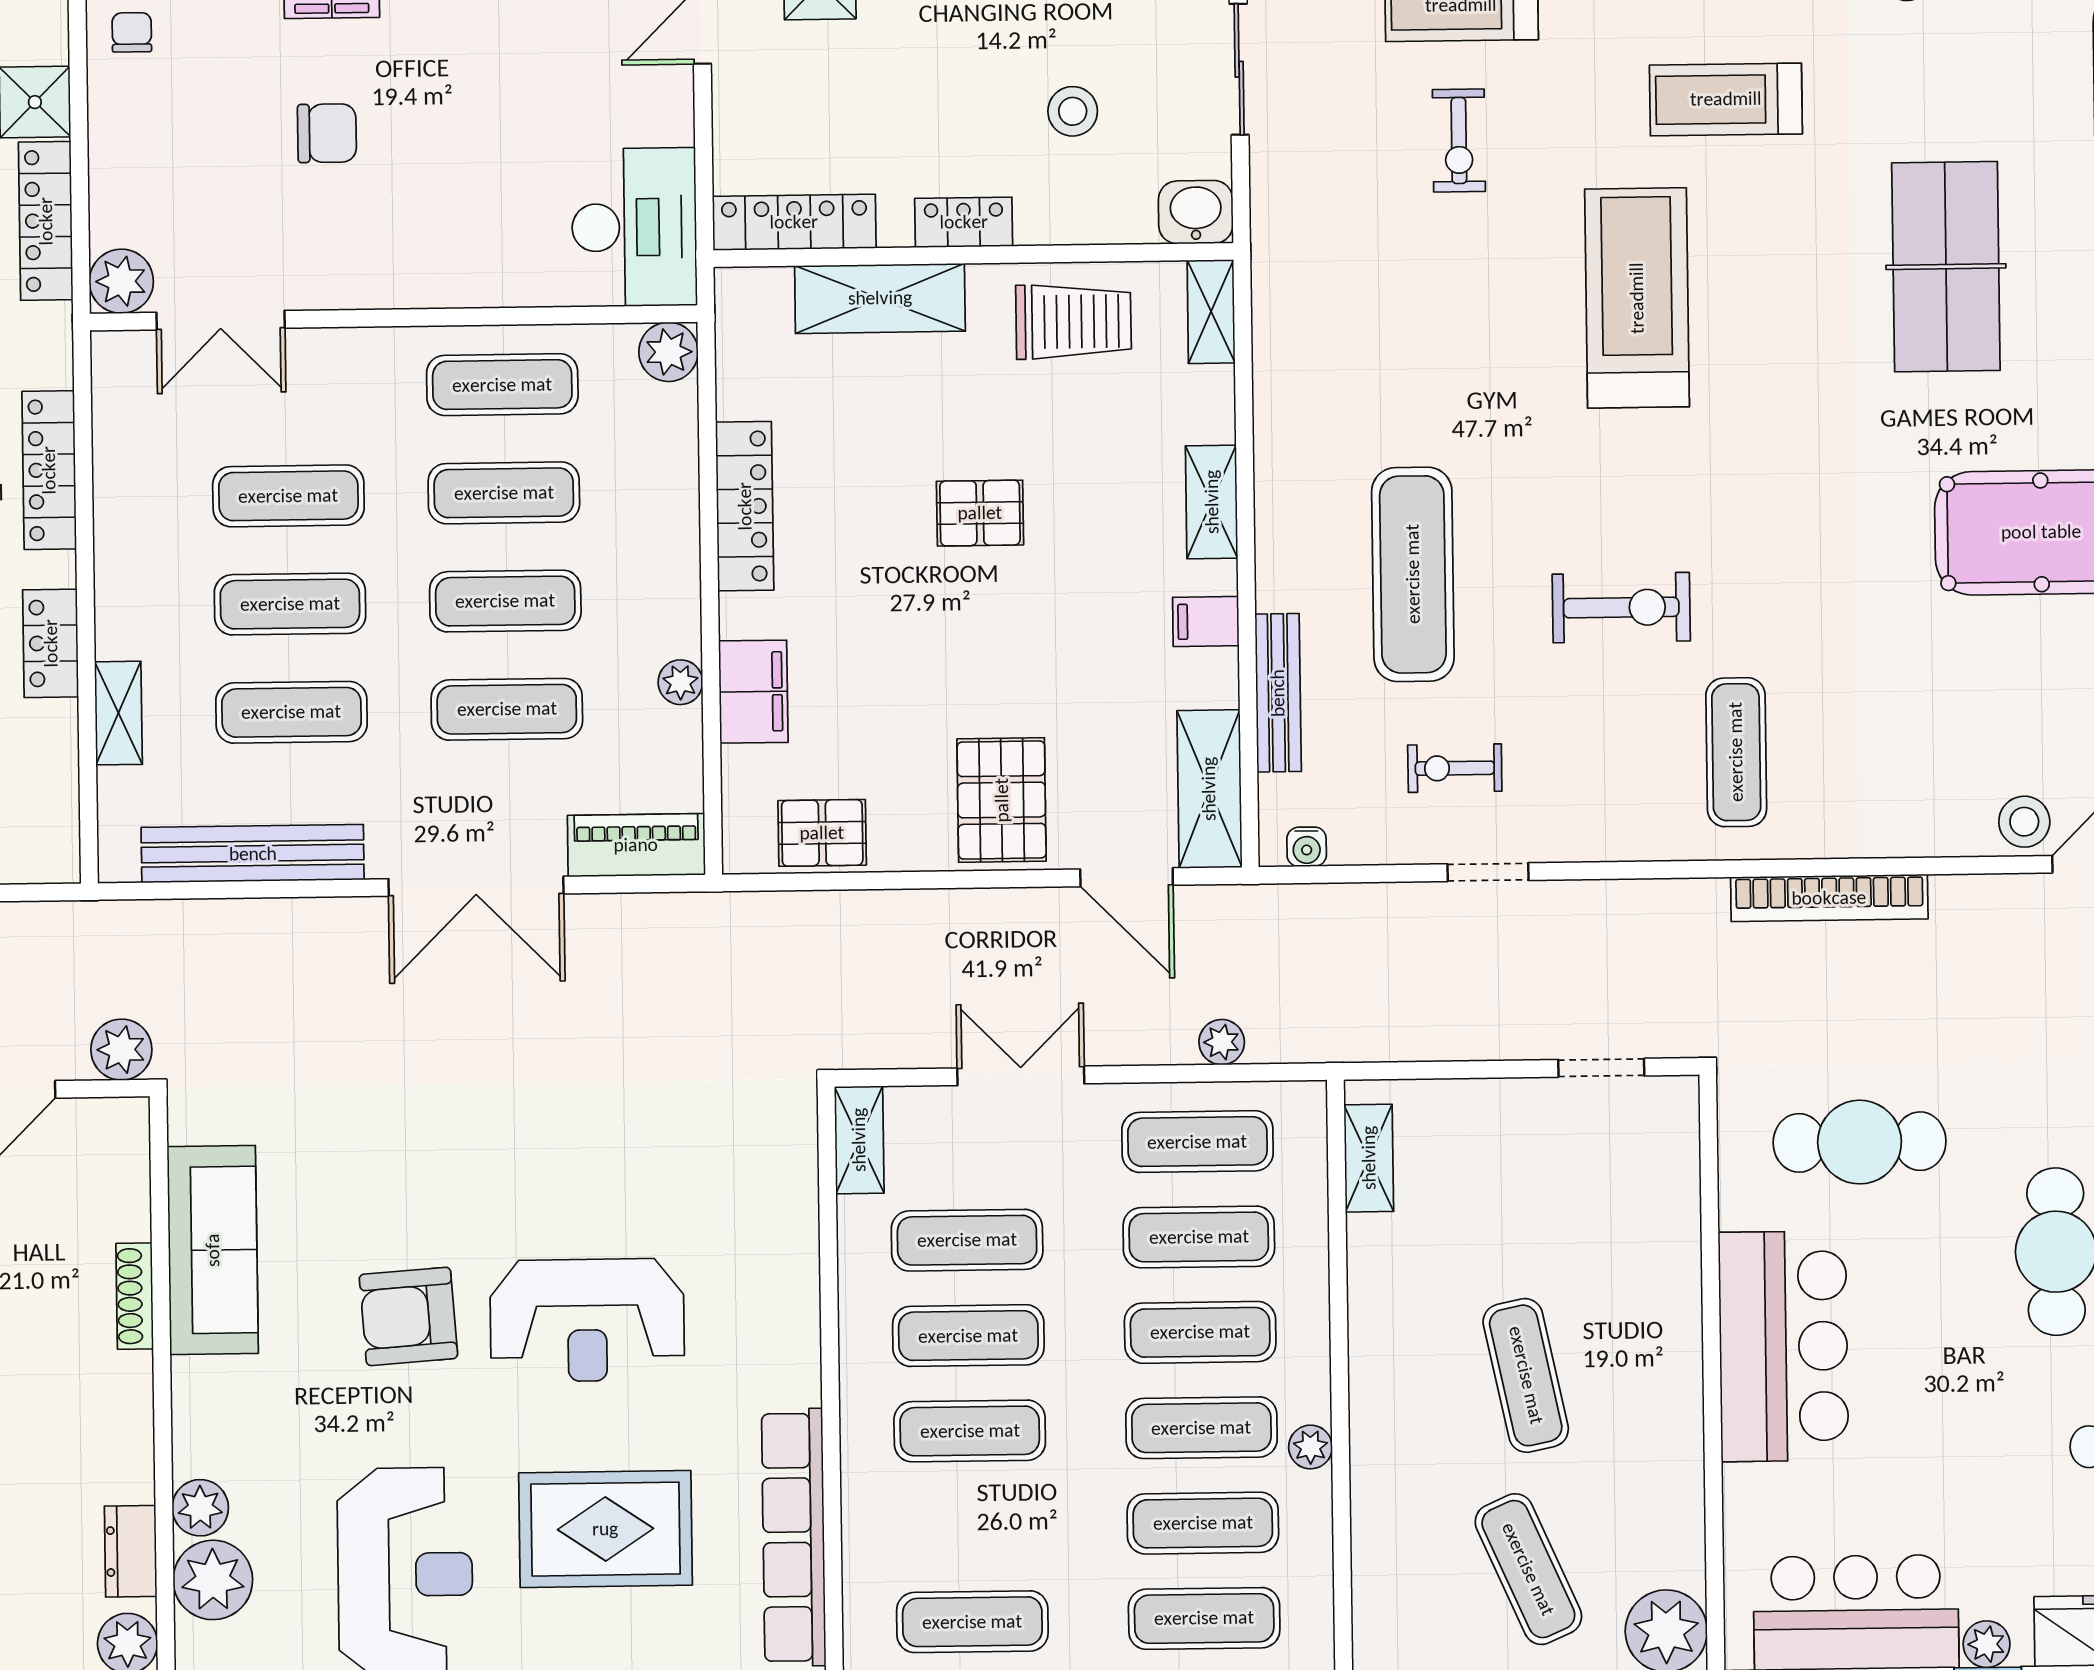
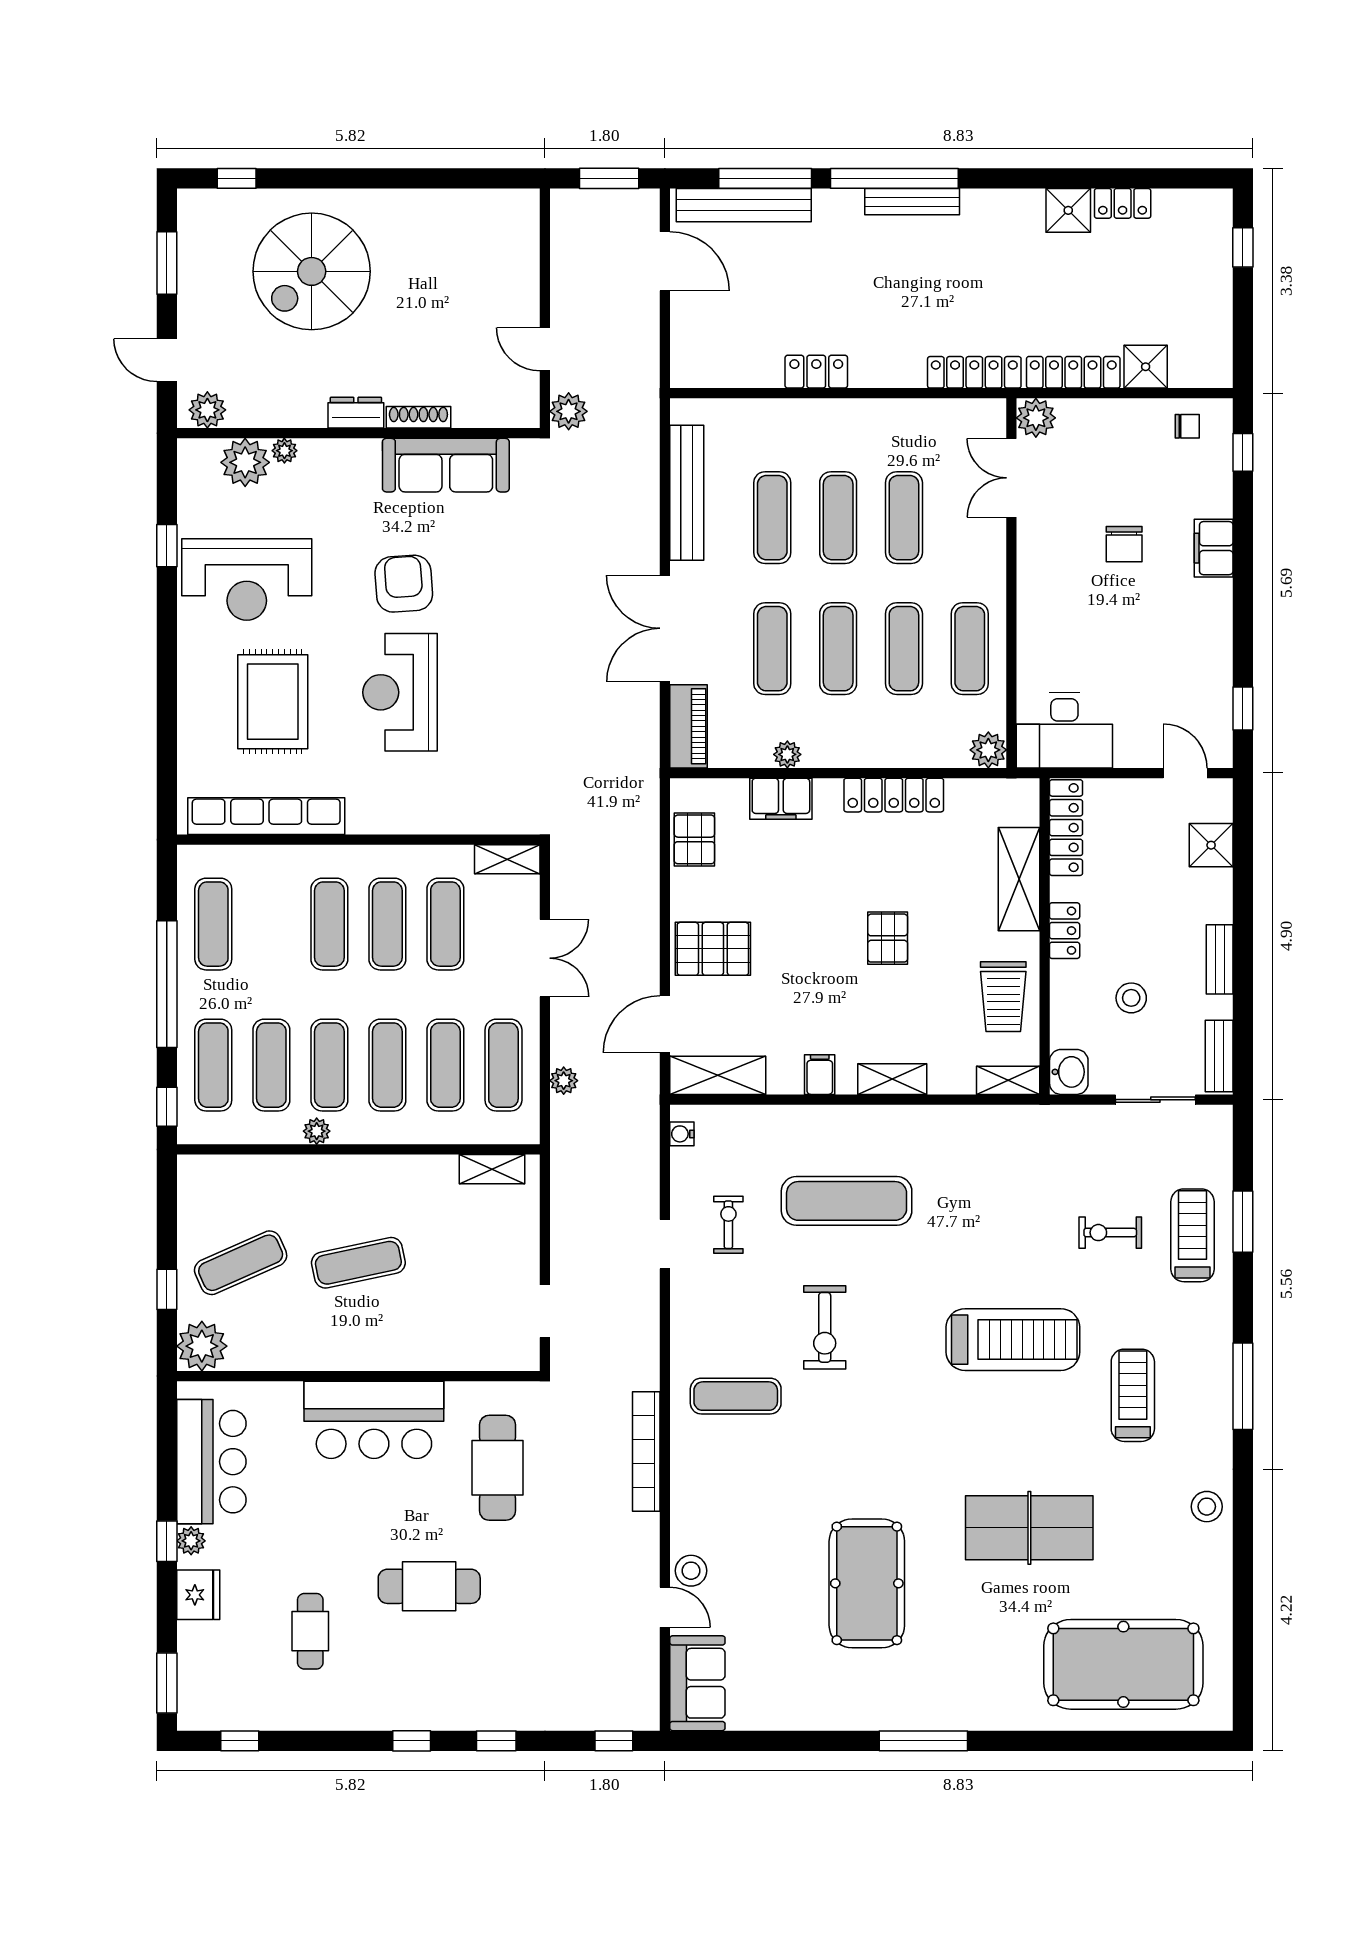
locker: (49, 470) -> (974, 372), moved
bench: (1278, 693) -> (776, 1118), removed
shelving: (118, 713) -> (773, 412), removed
plant: (200, 1508) -> (284, 451), width x0.73, depth x0.73
dresser: (131, 1551) -> (356, 413), moved

